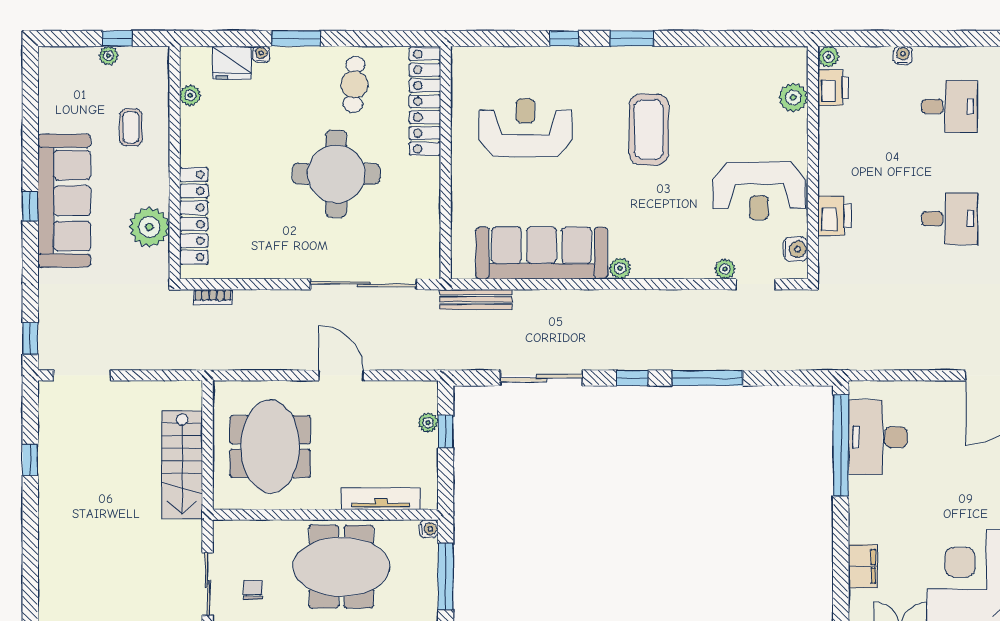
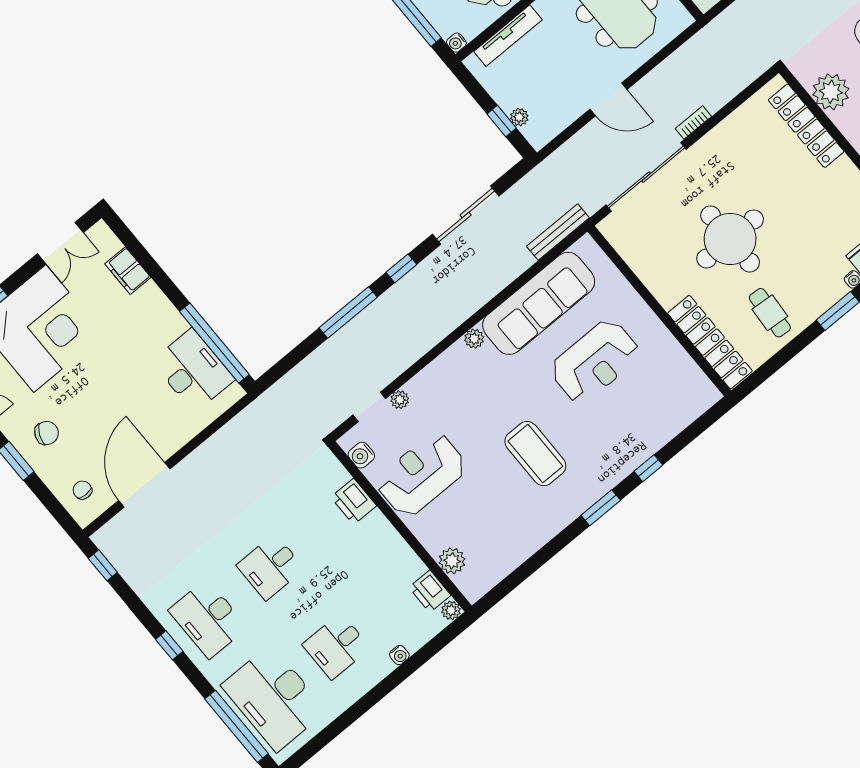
reception desk: (525, 128) -> (595, 361), moved
bookcase: (213, 297) -> (693, 122), moved

